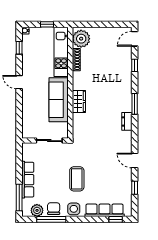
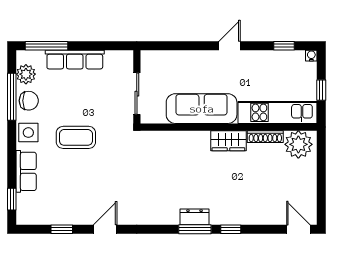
window: (135, 65) -> (231, 229), moved
wardrobe: (79, 101) -> (228, 141), moved
dresser: (127, 121) -> (195, 217), moved
row of seats: (105, 210) -> (26, 171), width x0.68

